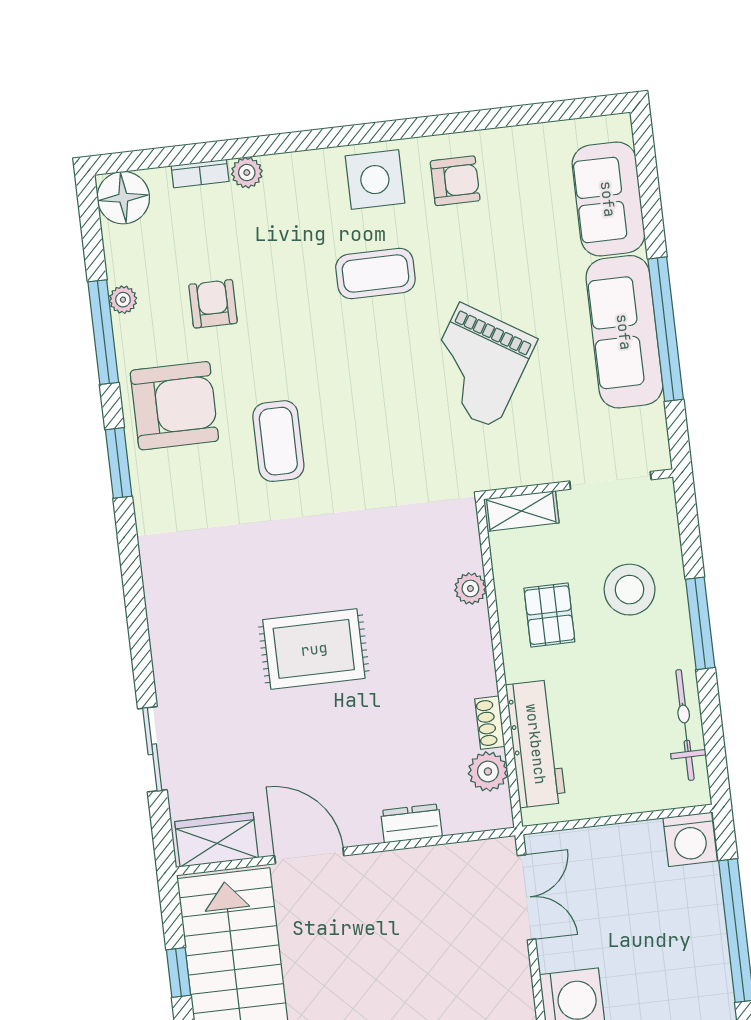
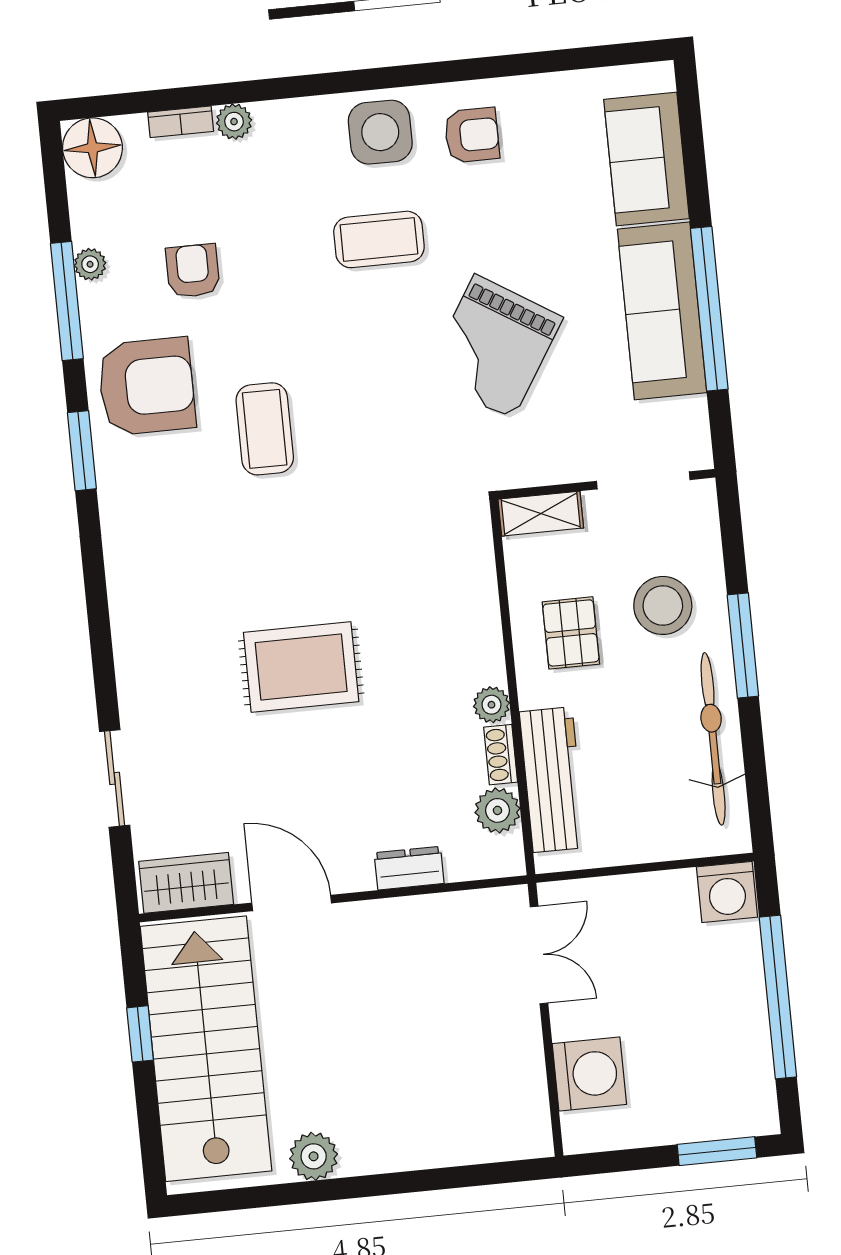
plant: (470, 589) -> (491, 705), moved
bicycle: (685, 725) -> (713, 739), width x1.37, depth x1.40

